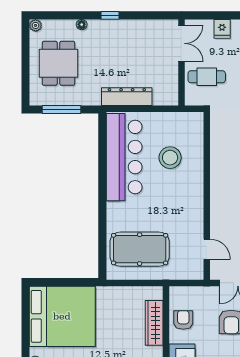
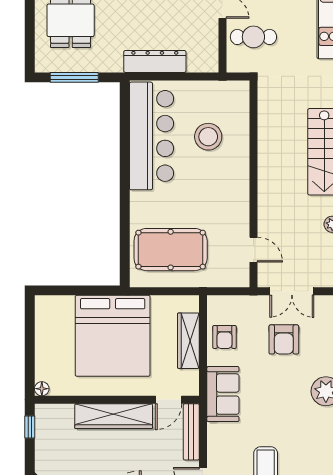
bed: (62, 316) -> (113, 336), moved, turned 90
armchair: (183, 320) -> (224, 337), turned 180

